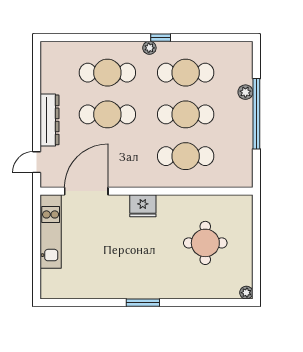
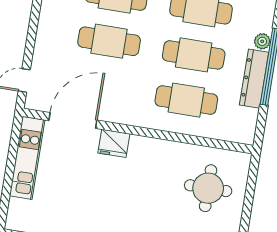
dresser: (50, 120) -> (254, 79), moved, turned 180
fridge: (143, 206) -> (114, 143), moved
round table: (205, 243) -> (208, 188), moved

